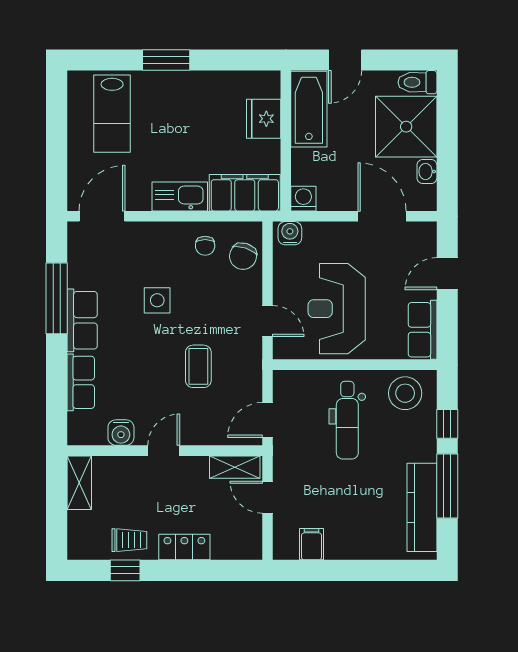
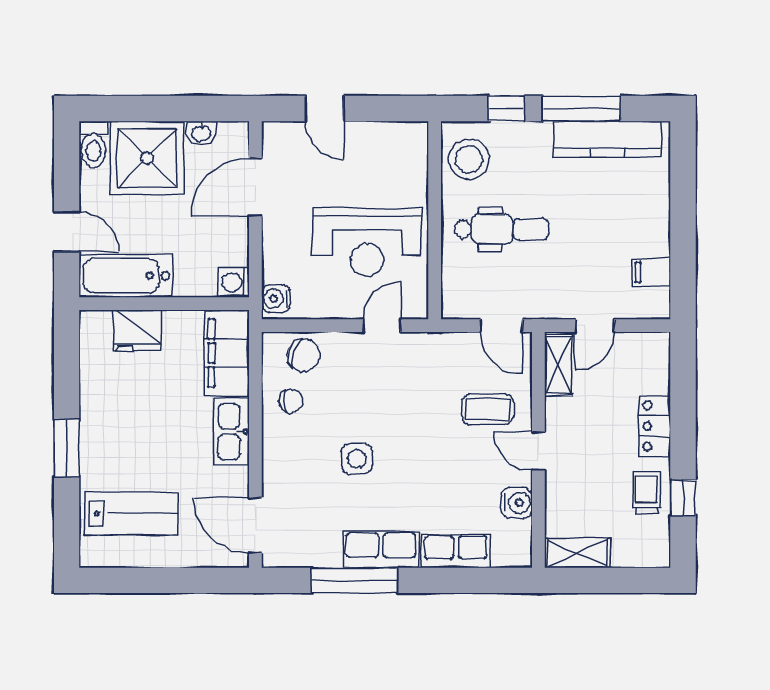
row of seats: (423, 330) -> (392, 138), removed
coffee table: (198, 366) -> (488, 409), moved

